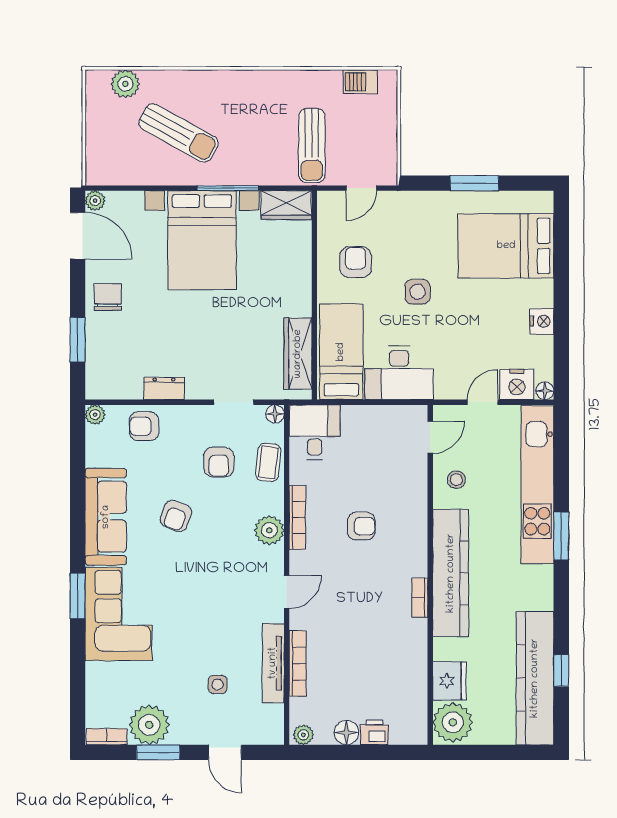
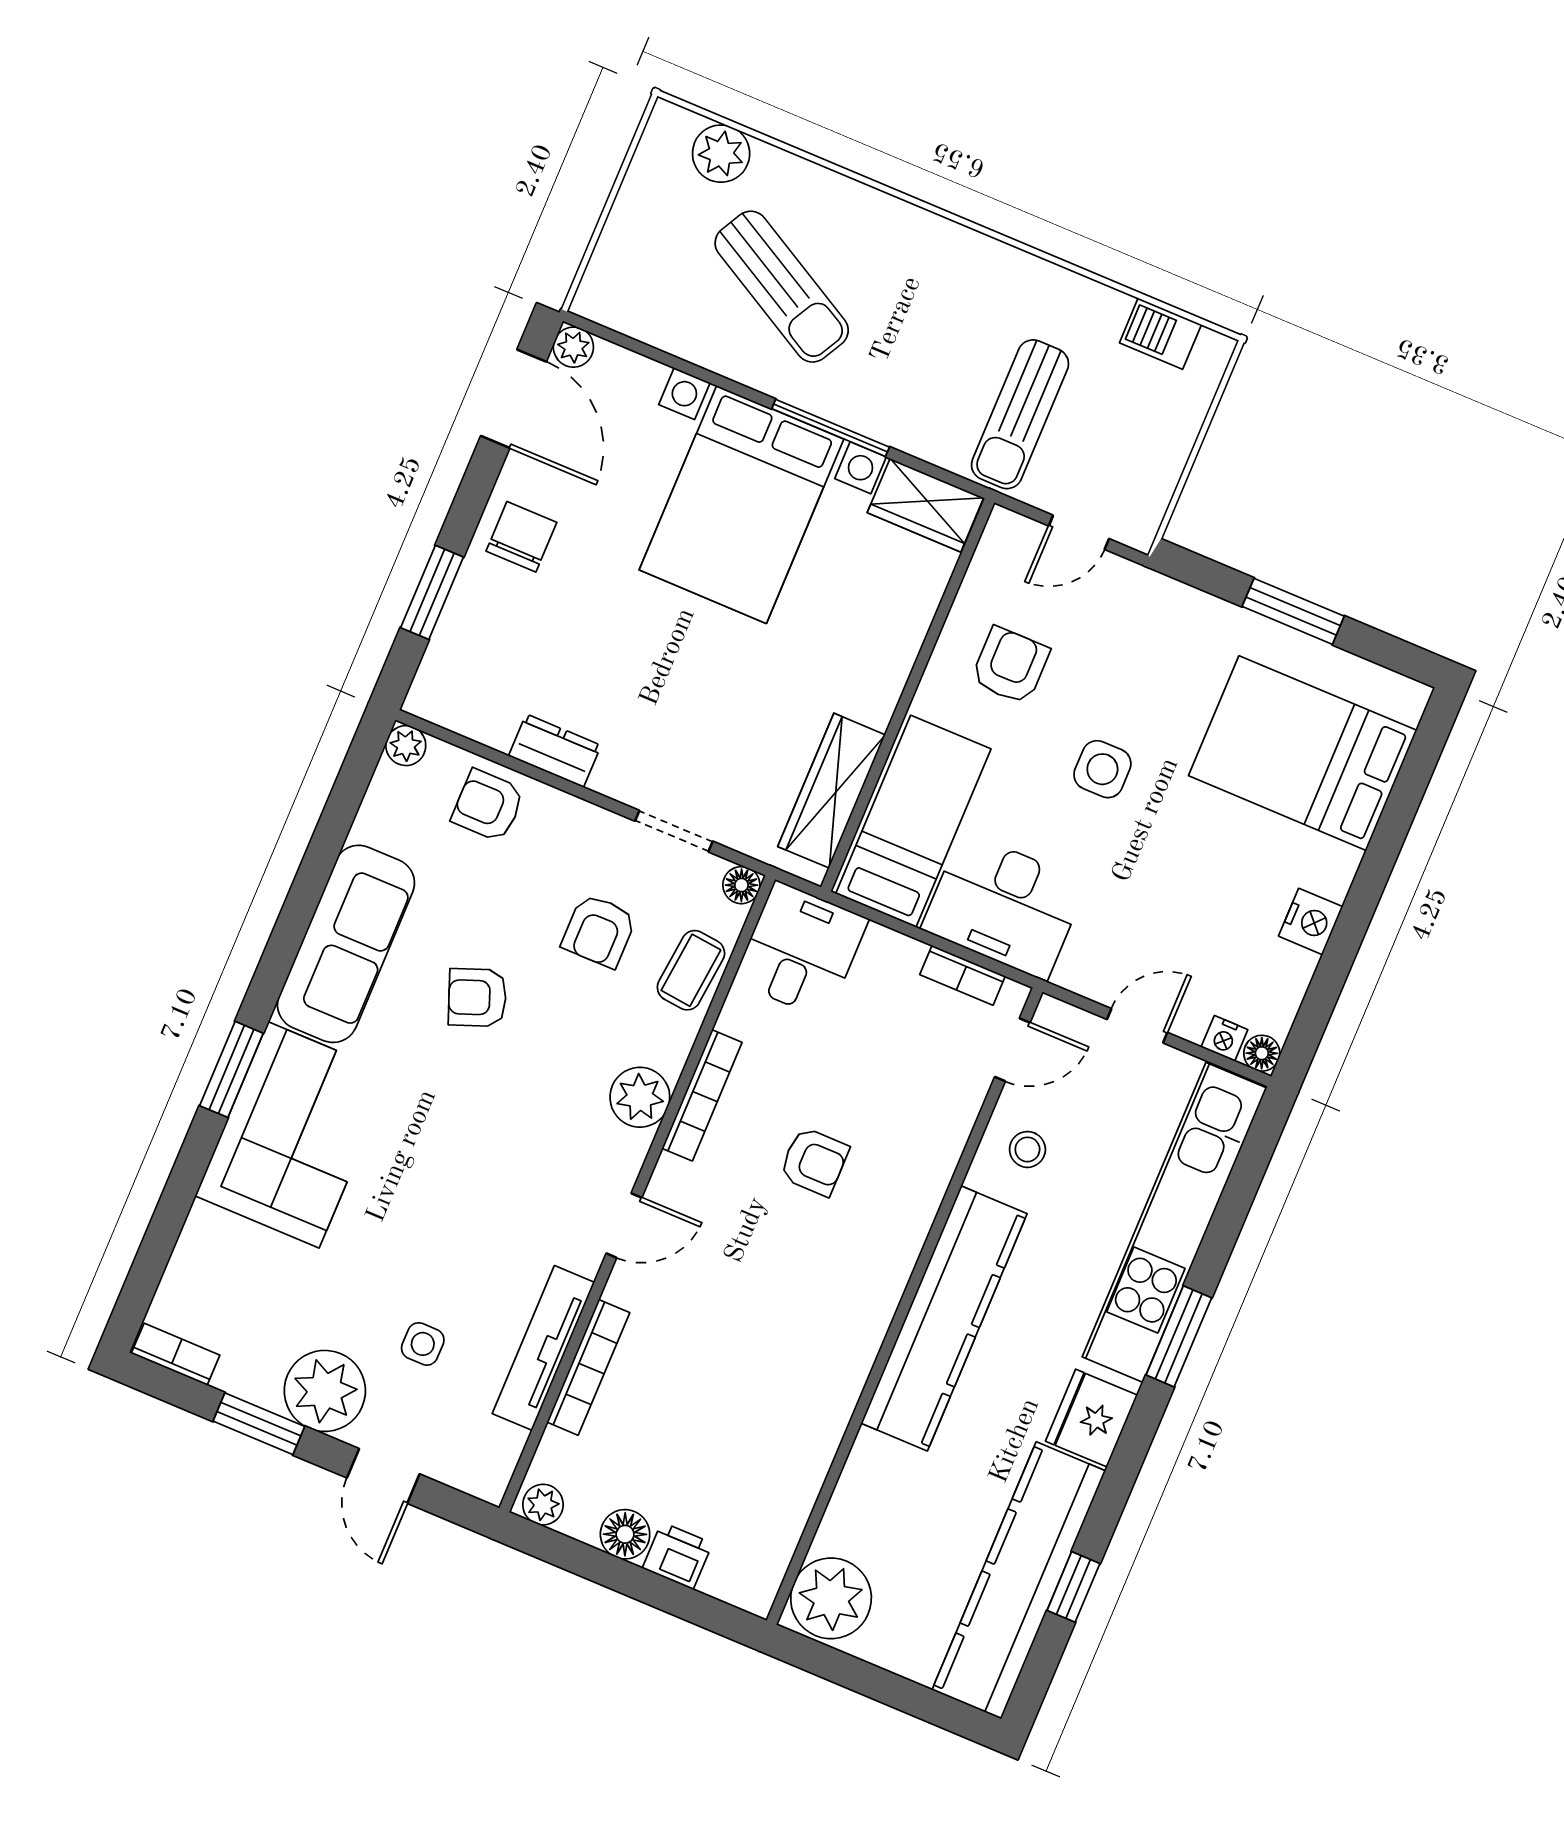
nightstand: (517, 384) -> (1224, 1038), width x0.53, depth x0.56
armchair: (176, 516) -> (477, 997), turned 48
bookcase: (420, 598) -> (963, 975), moved, turned -90
fridge: (449, 681) -> (1091, 1418), moved, turned 180
plant: (149, 725) -> (325, 1391), moved

